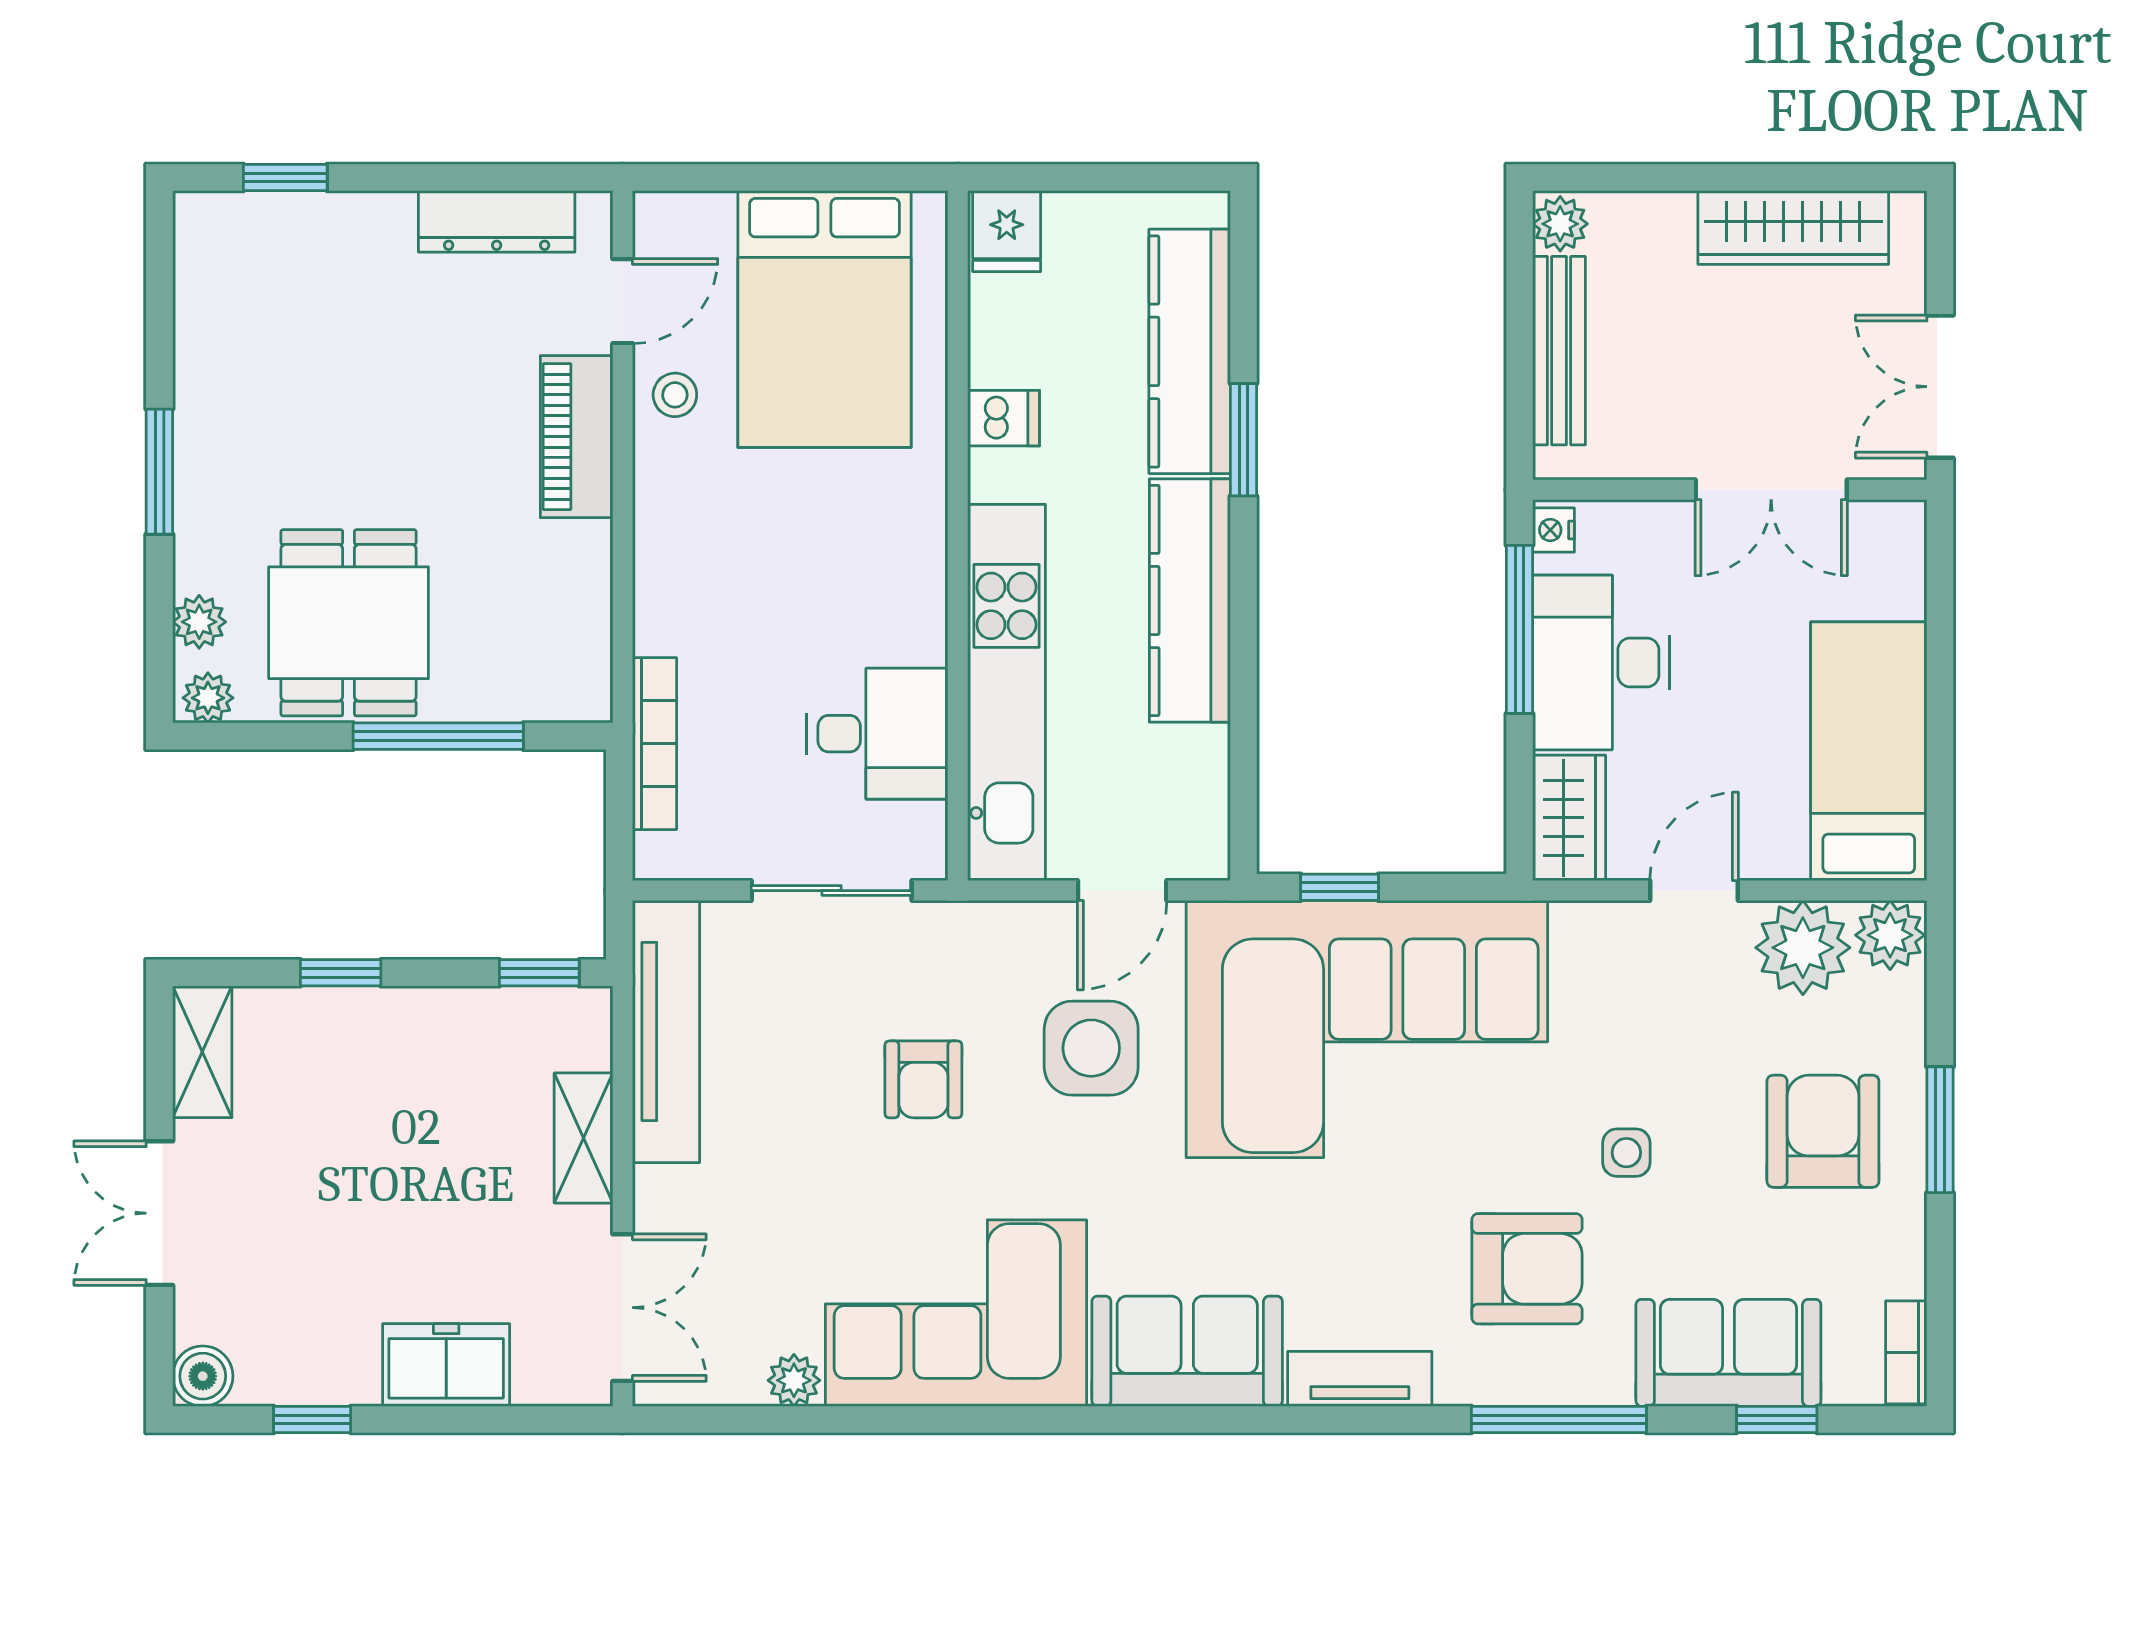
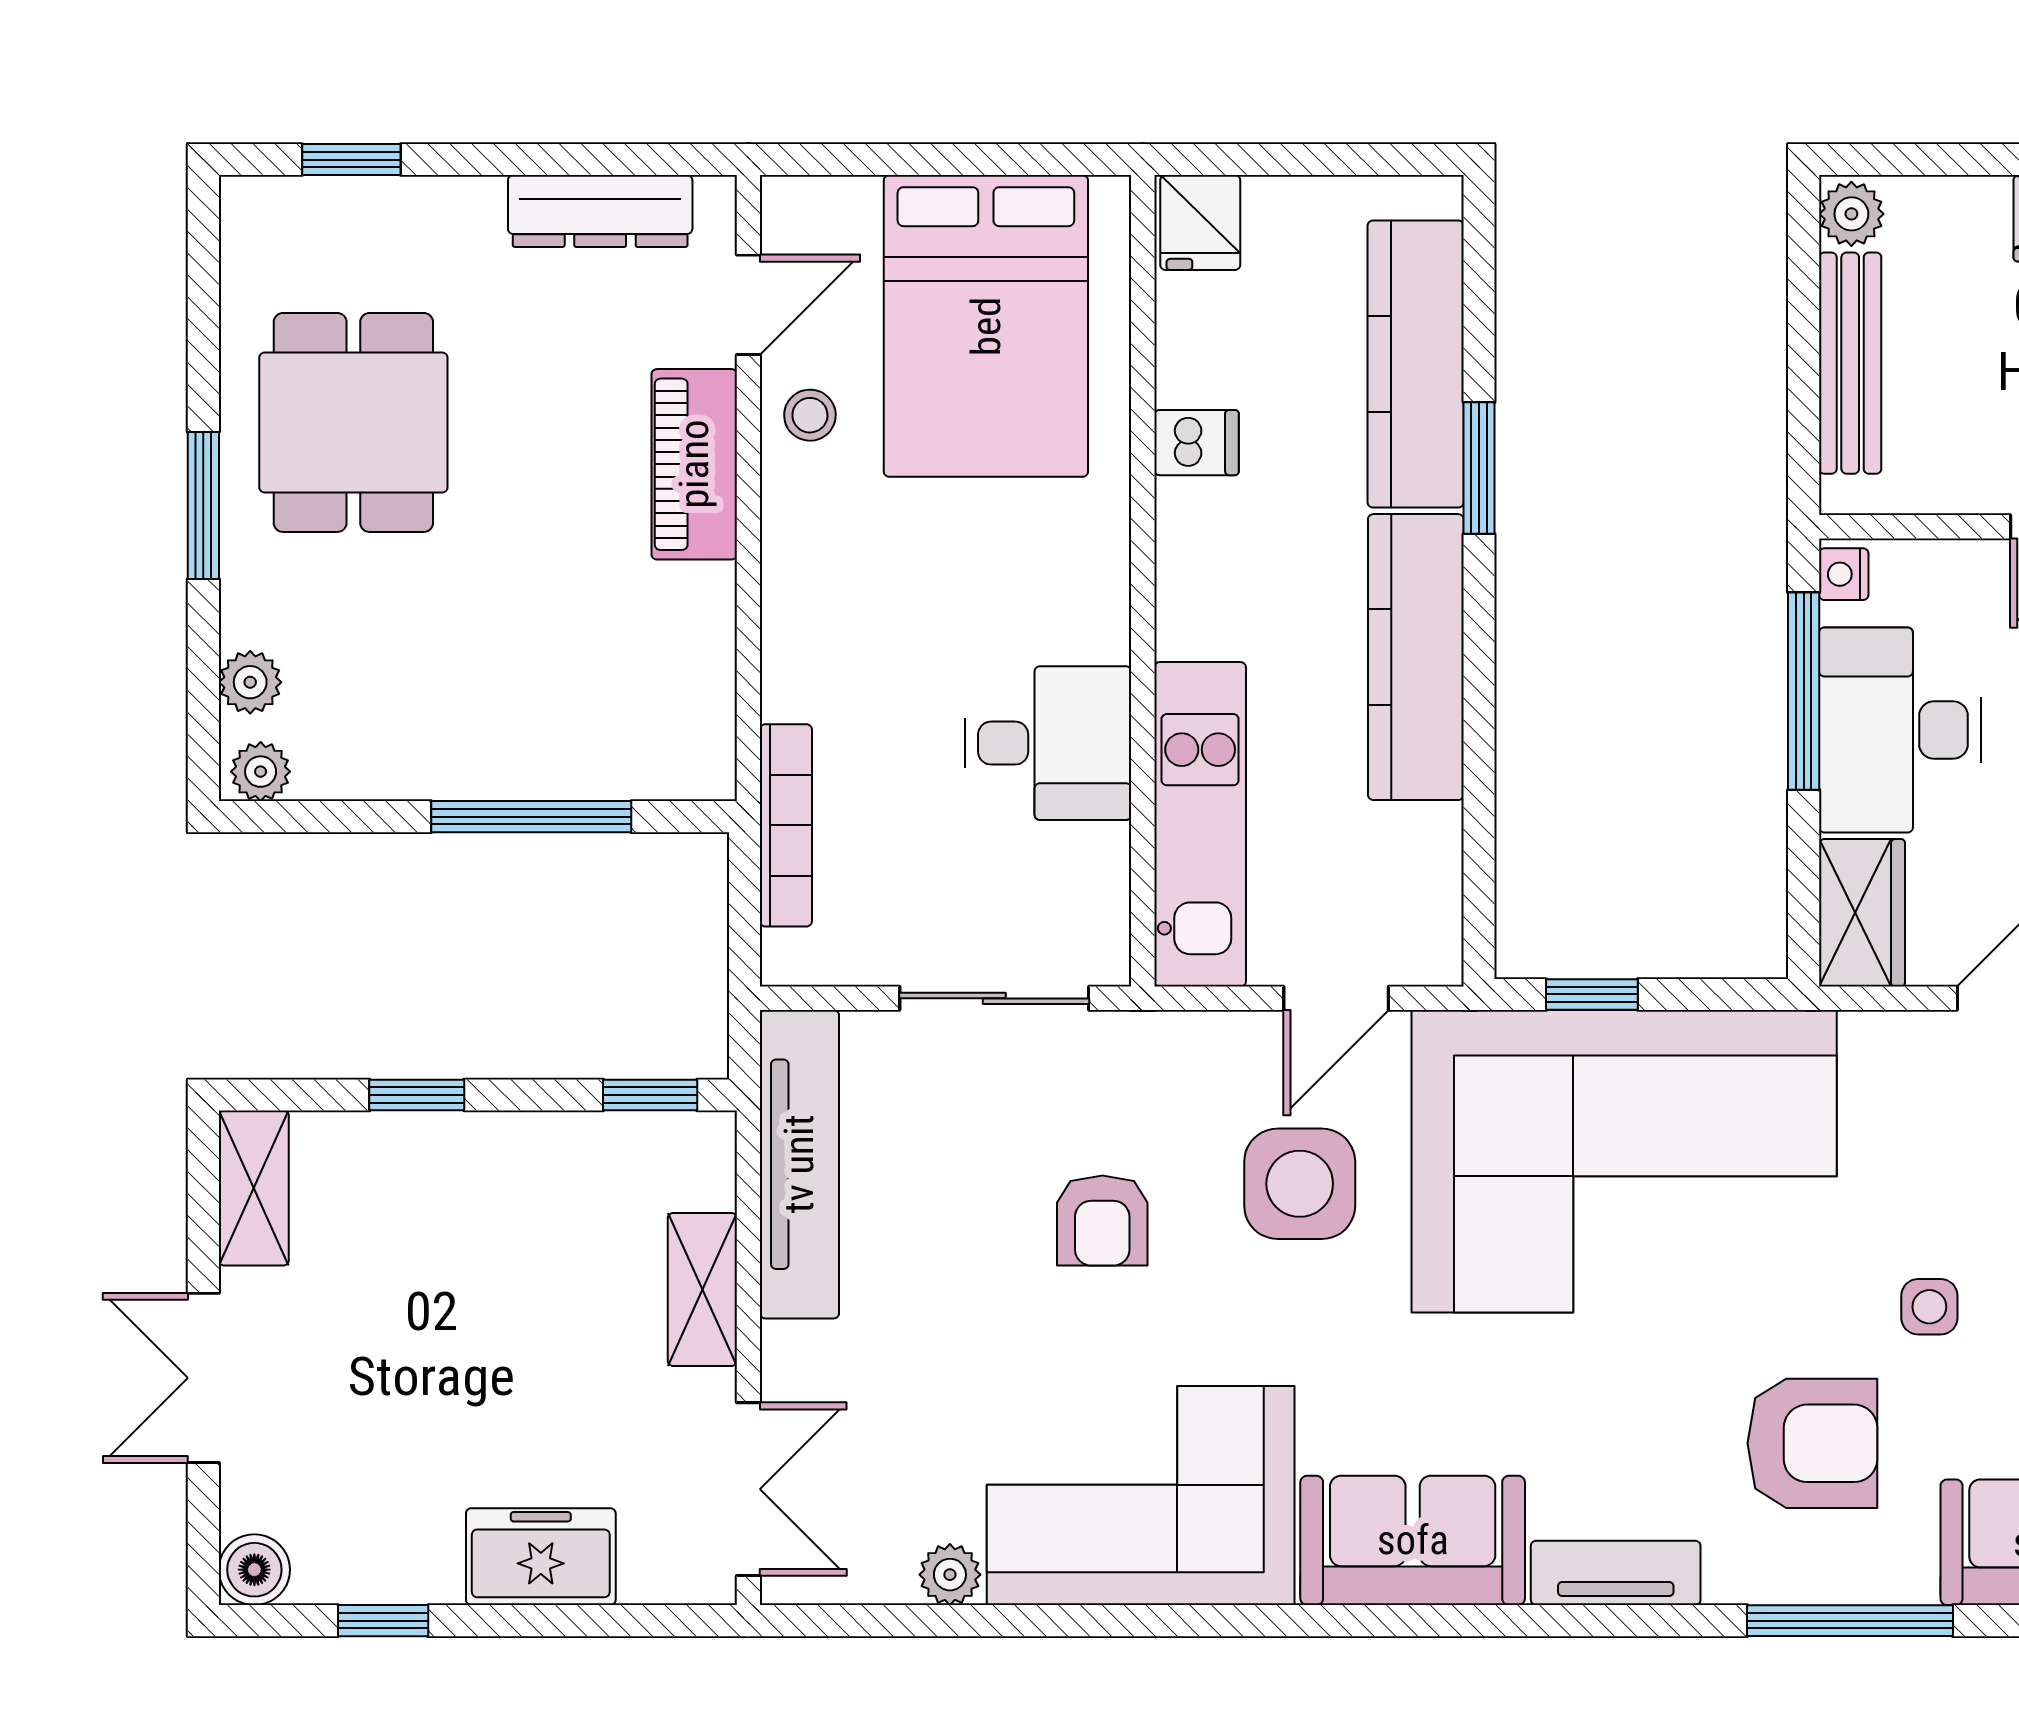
dining table: (349, 623) -> (353, 422), moved
kitchen unit: (1007, 692) -> (1200, 824), width x0.73
desk: (877, 734) -> (1048, 743), moved

